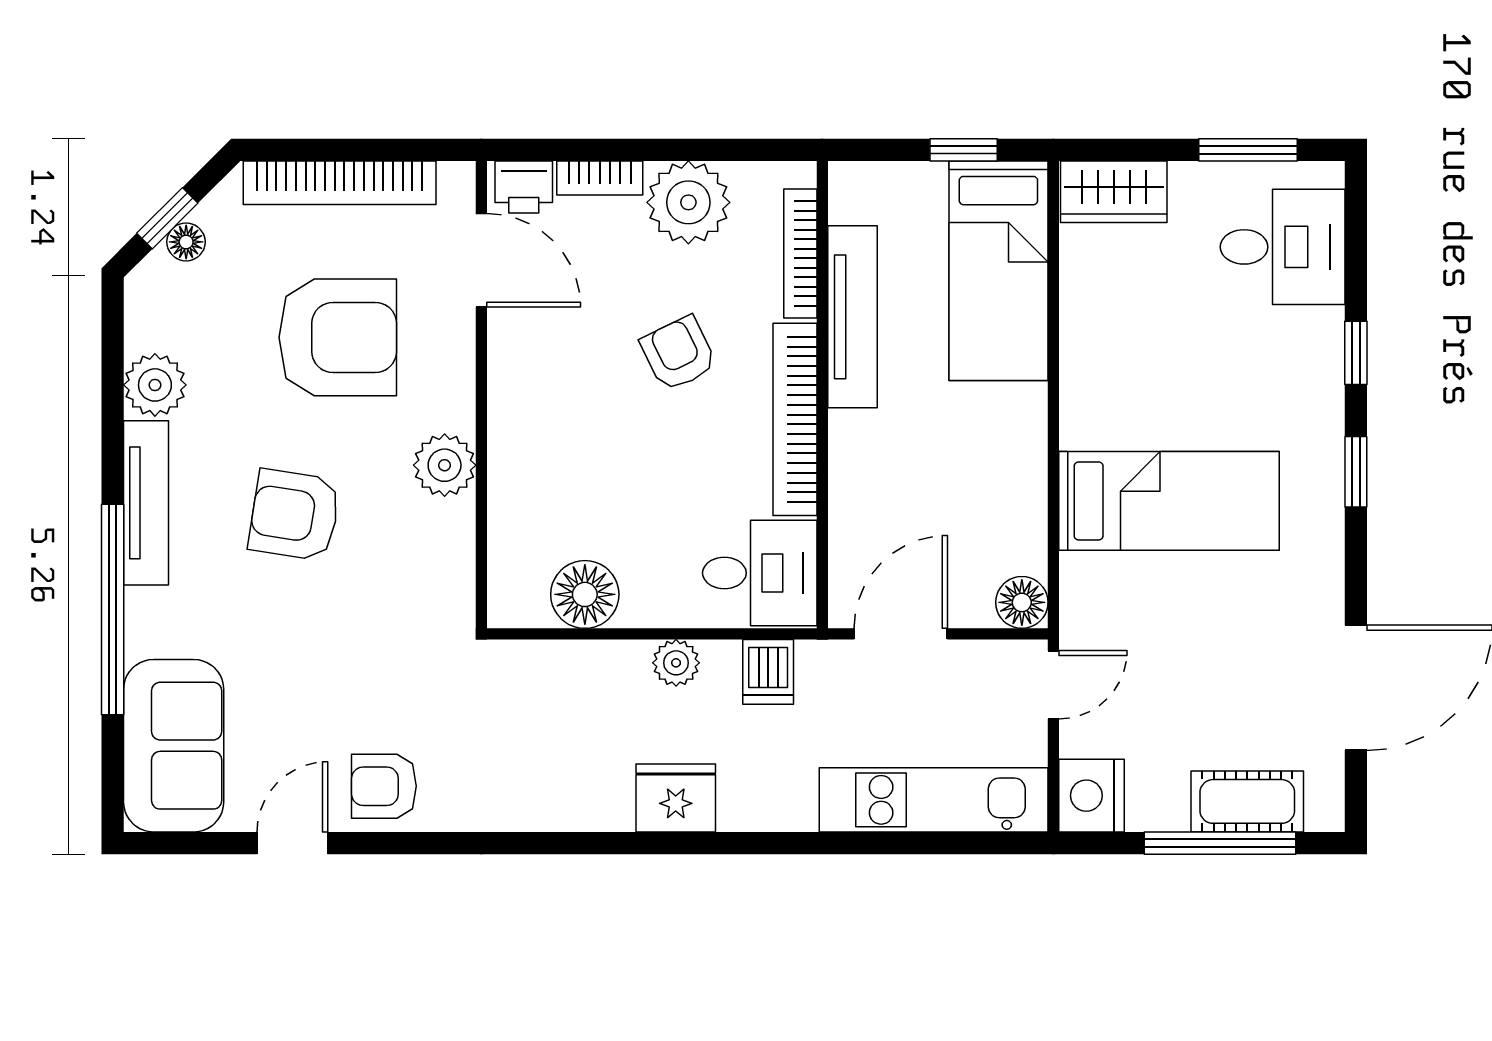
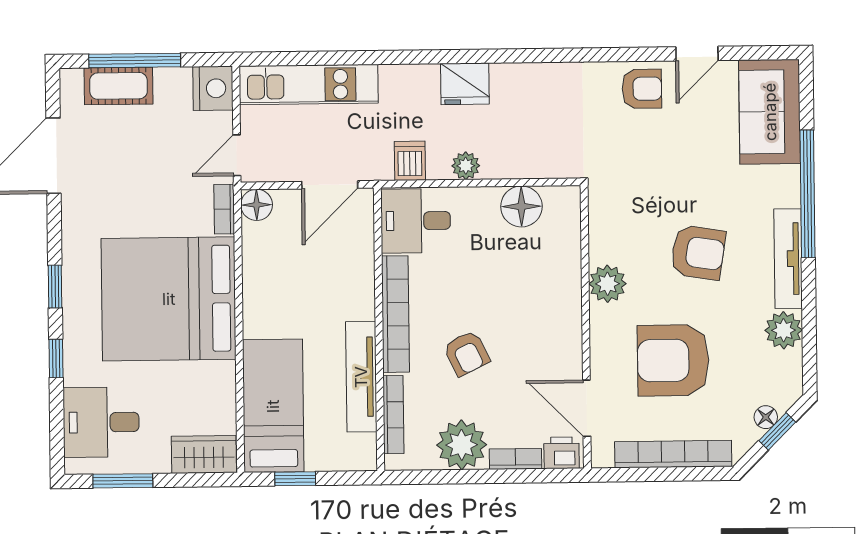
bed: (1169, 501) -> (169, 299), width x2.04
bookcase: (1075, 596) -> (224, 209), added

